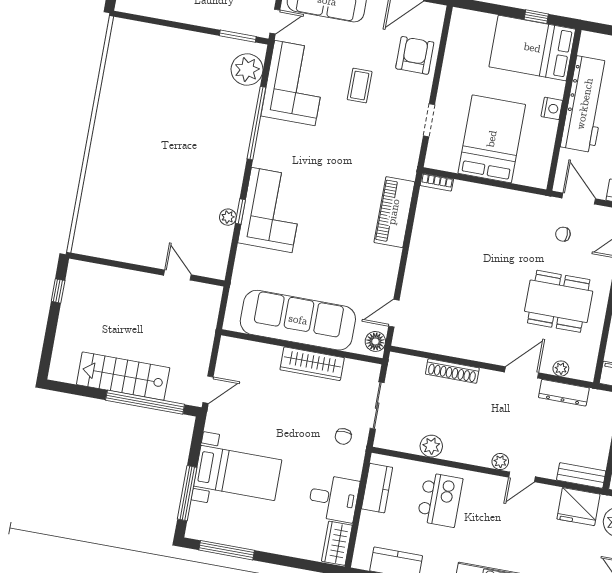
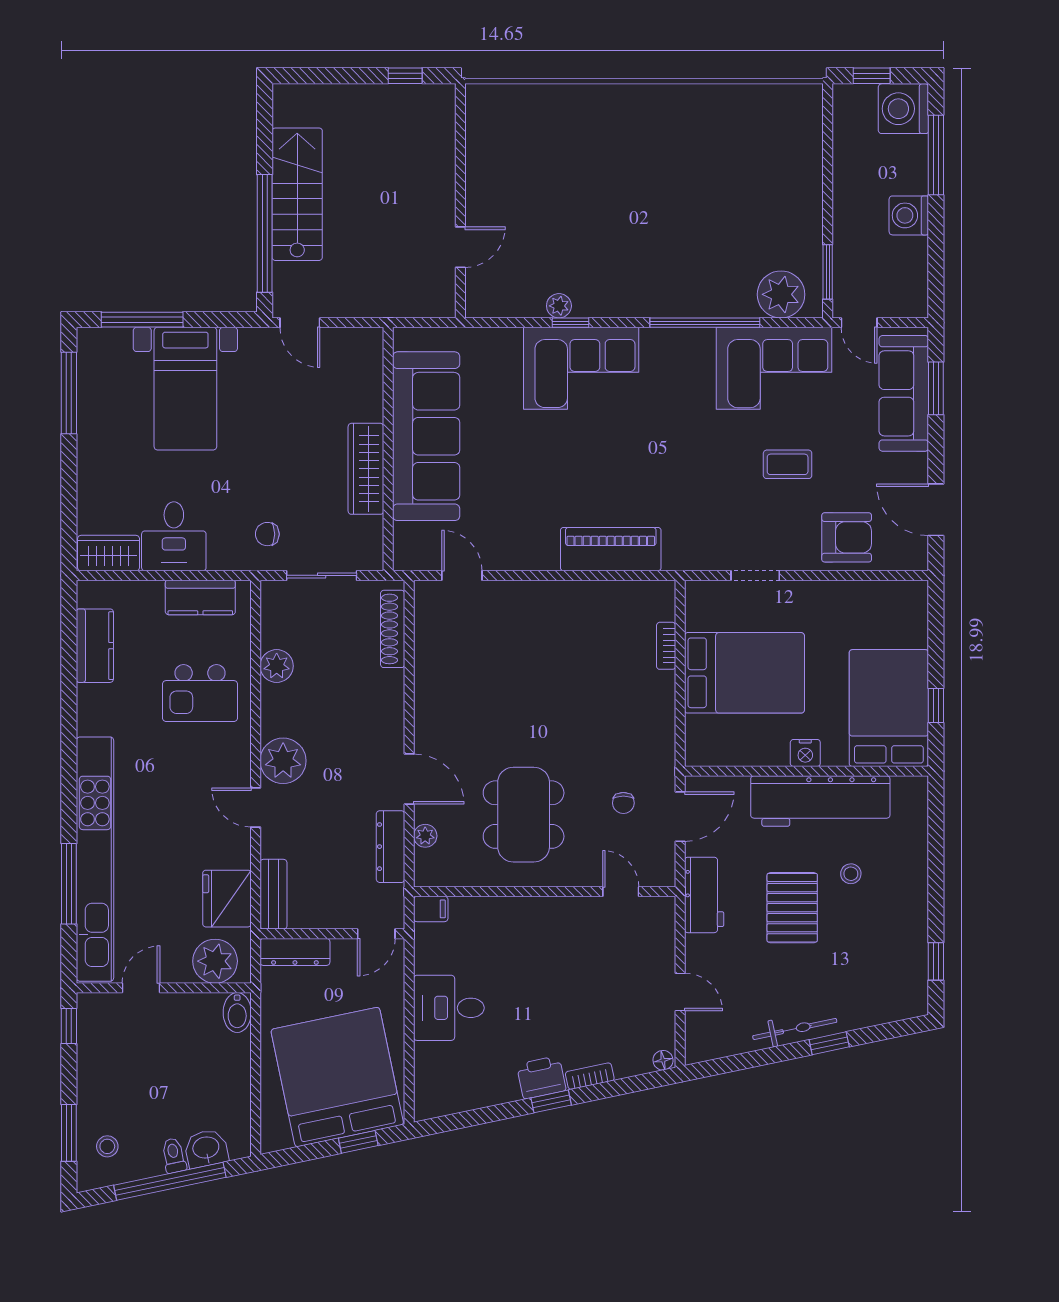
bookcase: (437, 182) -> (666, 646), moved
chair: (563, 234) -> (623, 803), turned 180
floor lamp: (375, 341) -> (416, 556), removed
shoe rack: (452, 371) -> (393, 629), moved
plant: (500, 462) -> (283, 761), width x1.88, depth x1.88

